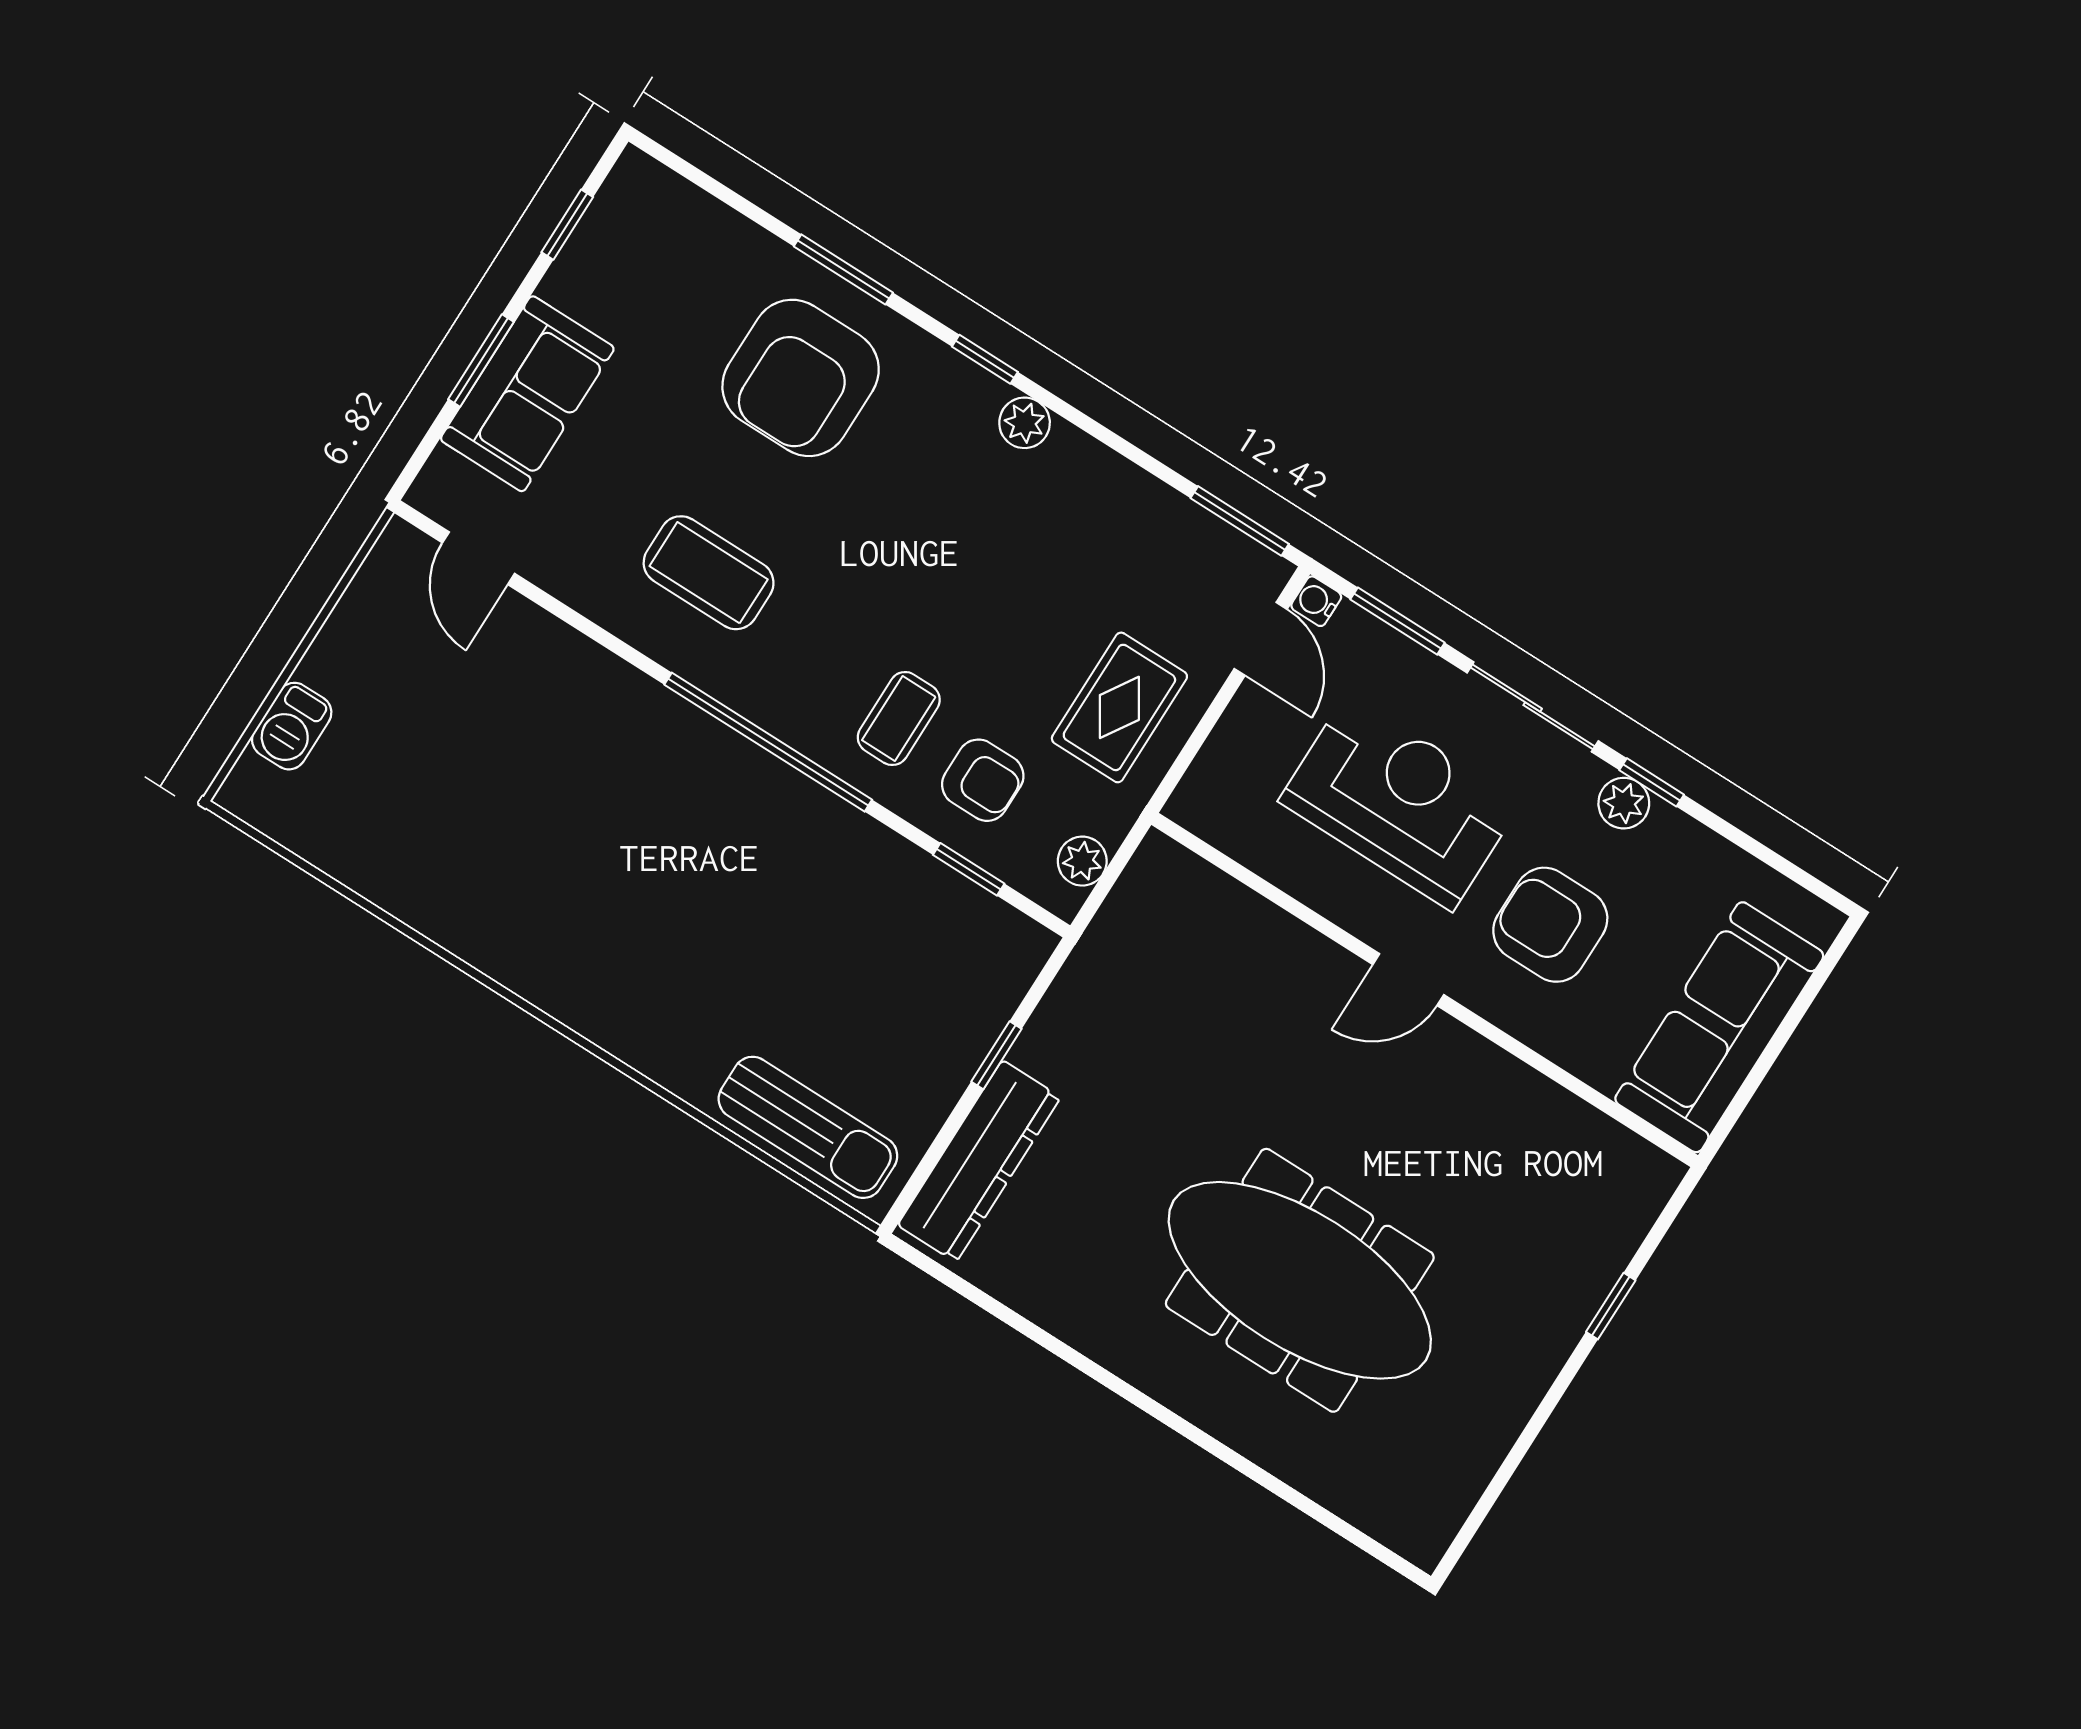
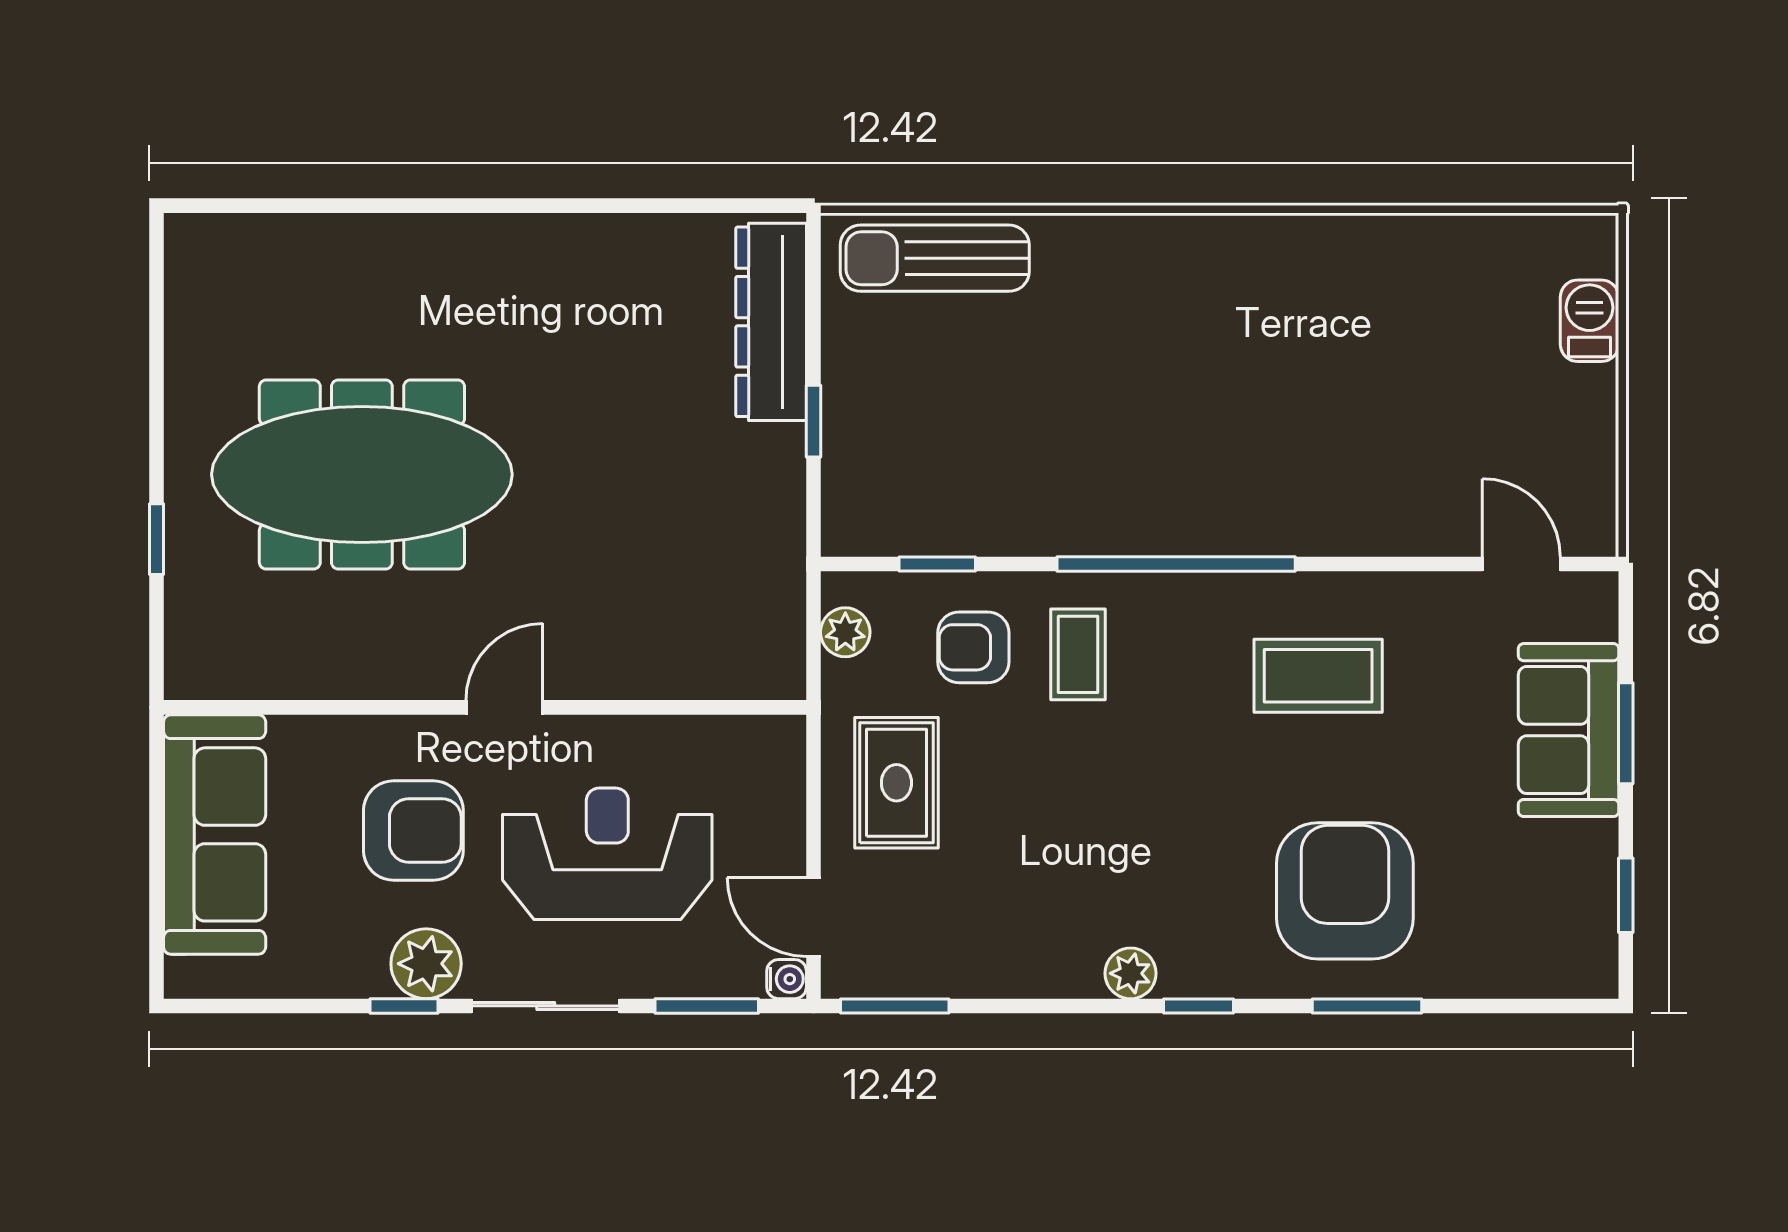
reception desk: (1400, 802) -> (607, 854), turned 180
plant: (1624, 803) -> (426, 964), width x1.38, depth x1.38
meeting table: (1300, 1280) -> (362, 474), moved

